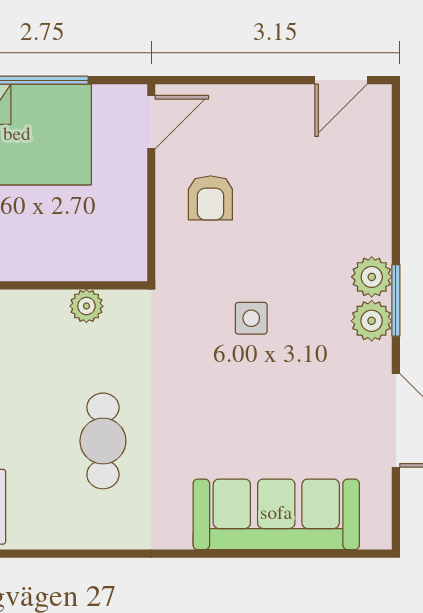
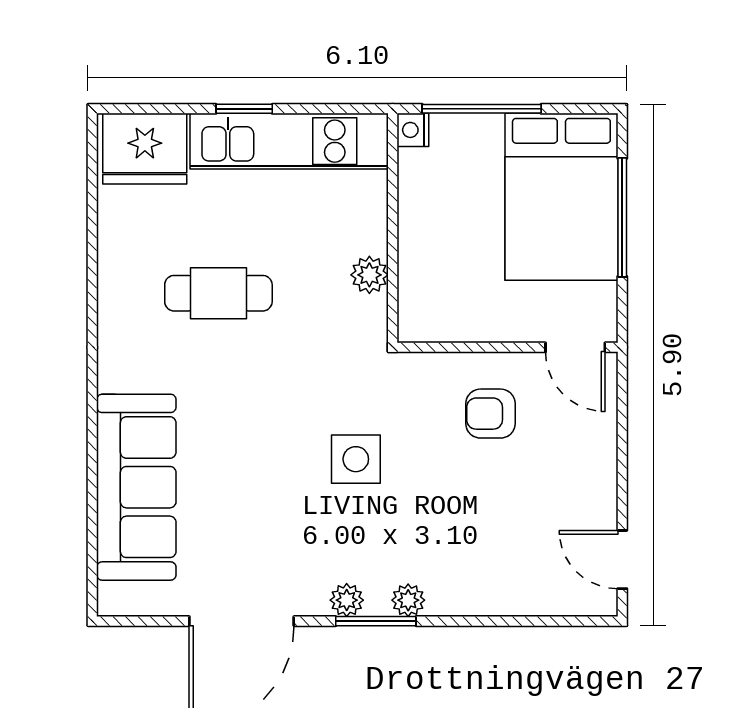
plant: (372, 277) -> (408, 600), width x0.73, depth x0.73
side table: (251, 318) -> (356, 459), width x1.37, depth x1.37
plant: (372, 321) -> (347, 600), width x0.73, depth x0.73

